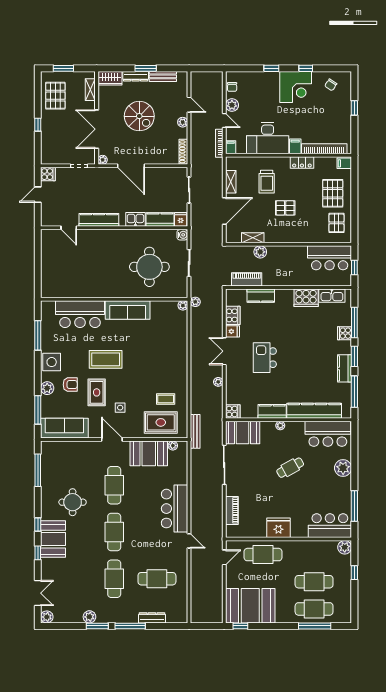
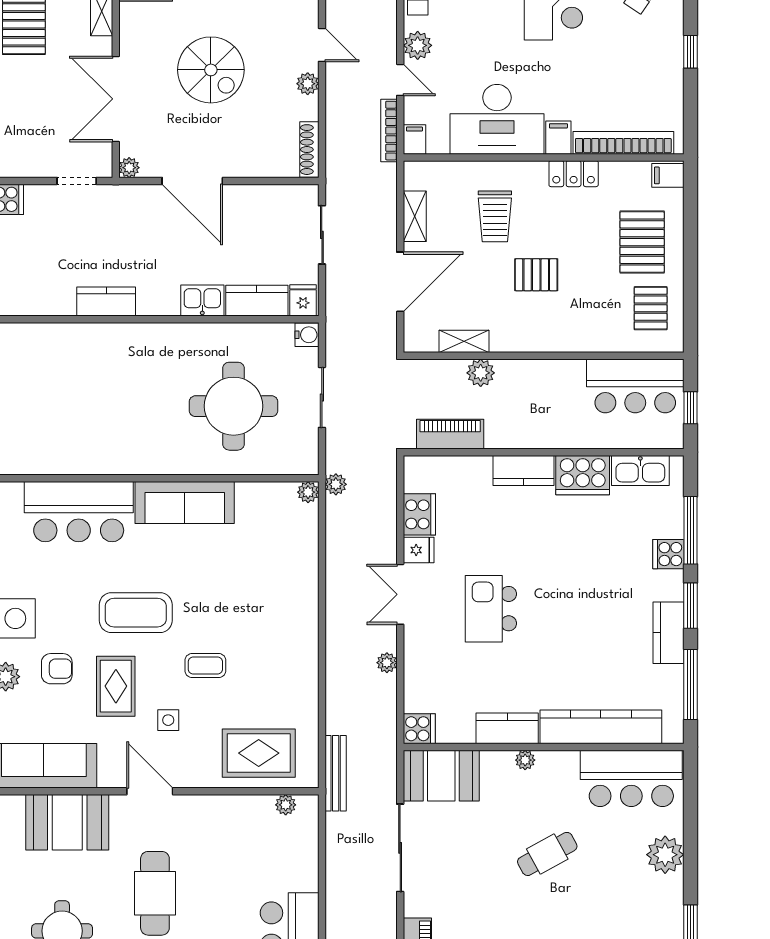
kitchen counter: (99, 220) -> (106, 301), width x0.67
door: (69, 228) -> (54, 319), removed
kitchen counter: (261, 296) -> (524, 471), moved
coffee table: (166, 399) -> (205, 666), moved
booth: (149, 453) -> (67, 822), moved

